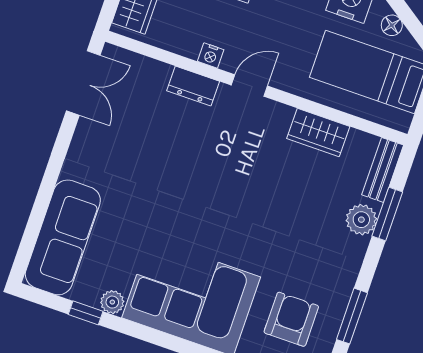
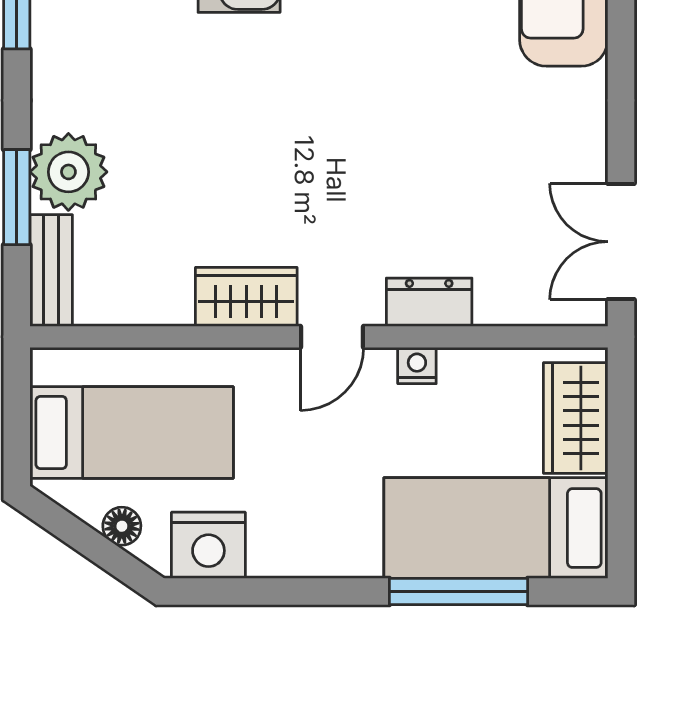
wardrobe: (318, 132) -> (246, 297), moved
plant: (361, 220) -> (68, 172), width x1.36, depth x1.36

